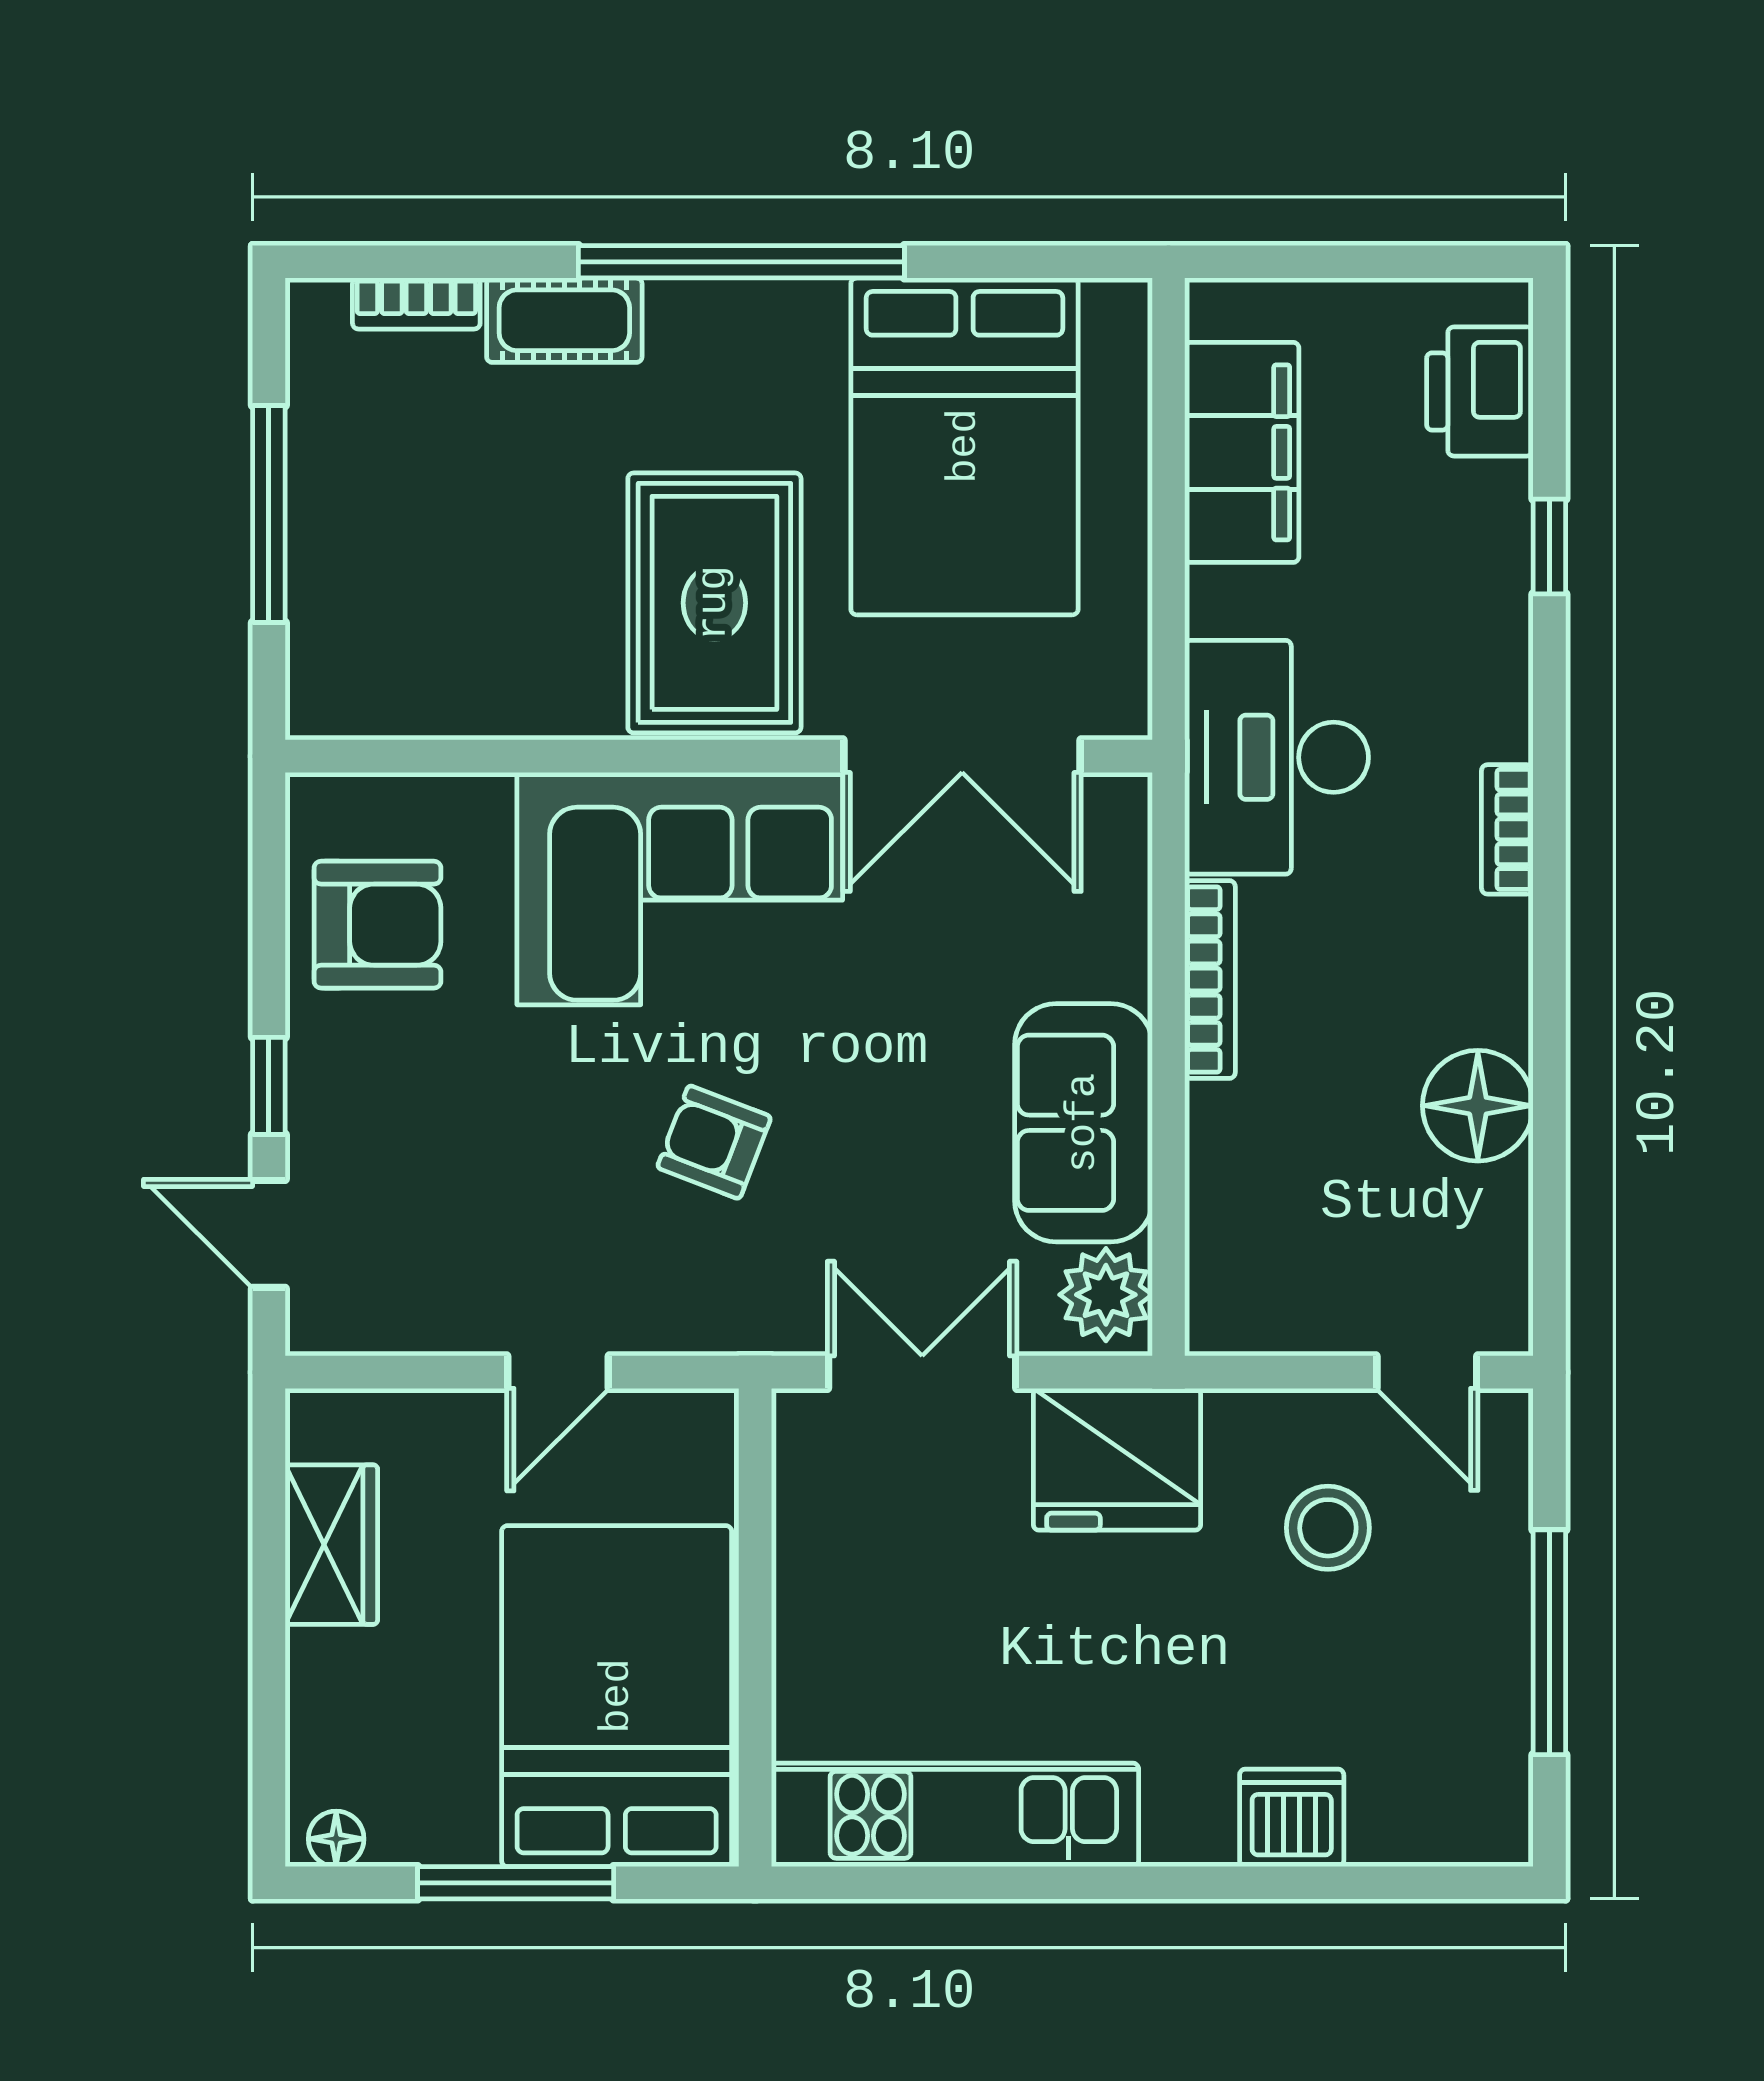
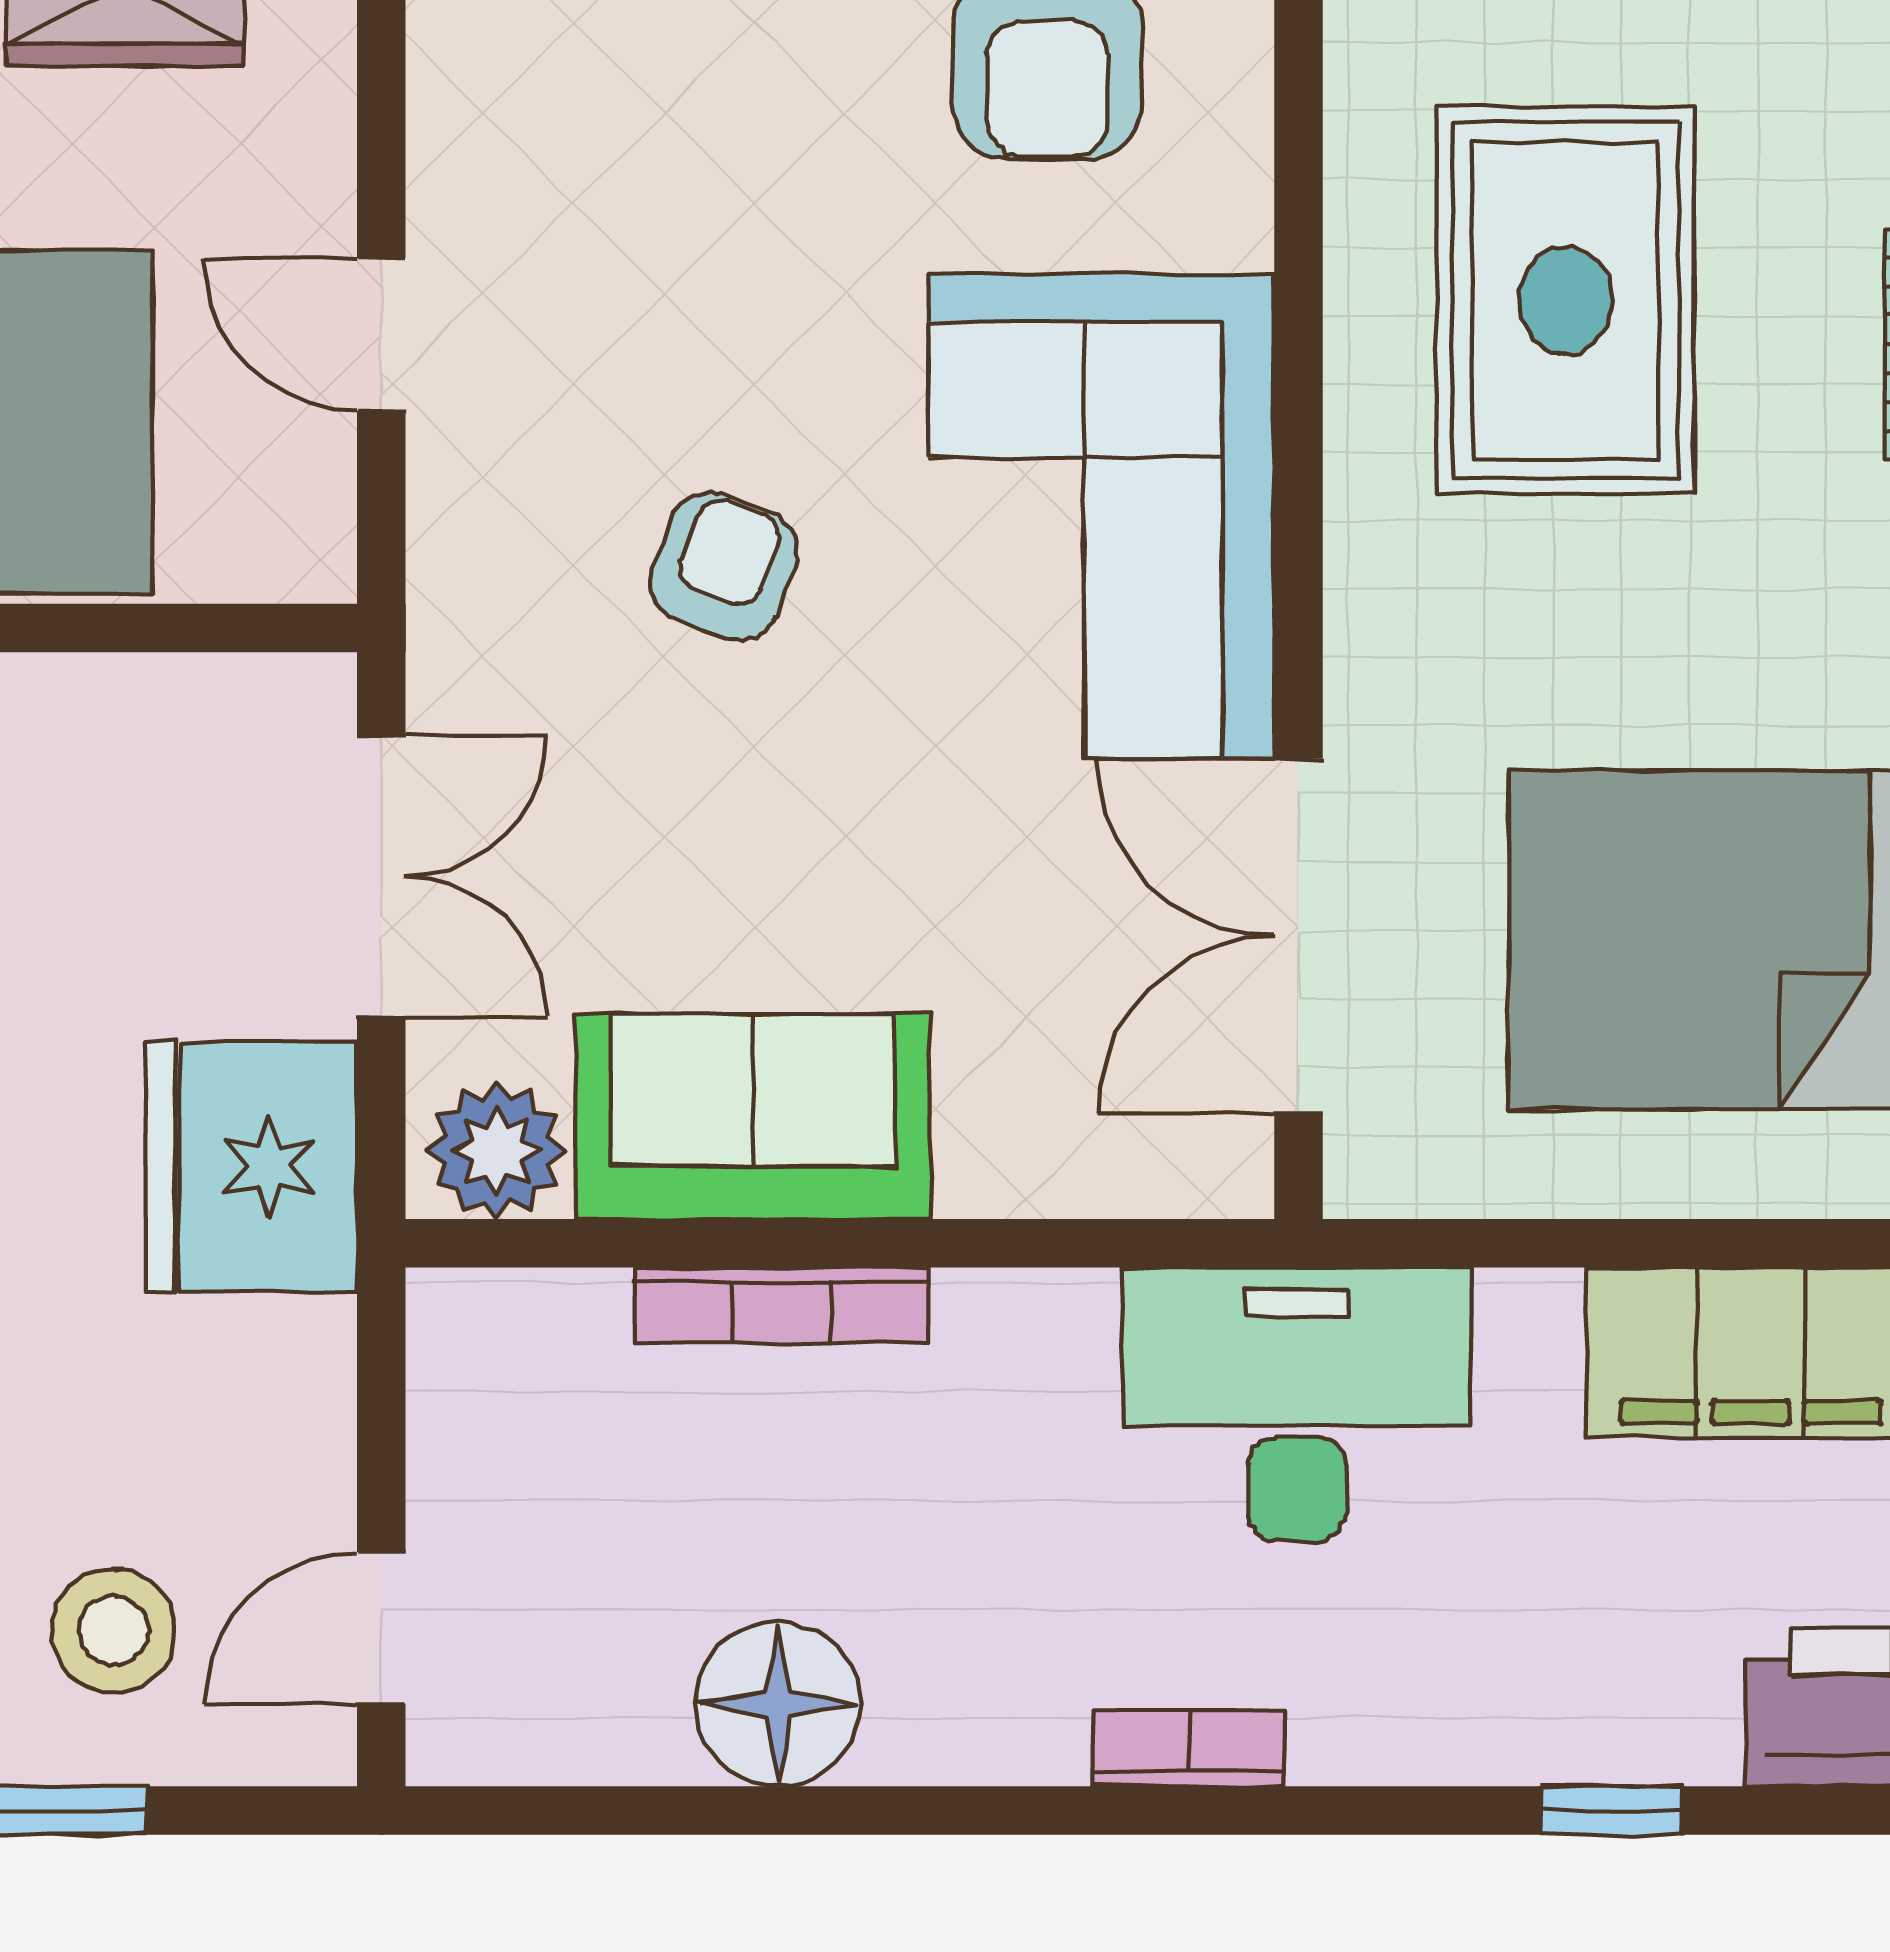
rug: (714, 603) -> (1566, 301), moved, turned 90
bookcase: (1210, 980) -> (782, 1305), moved
stool: (1328, 1528) -> (114, 1630), moved

